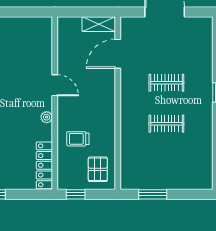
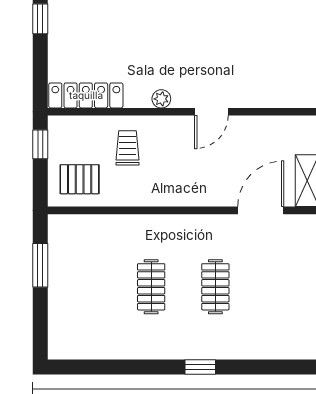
door: (118, 54) -> (261, 210), hinge flipped

